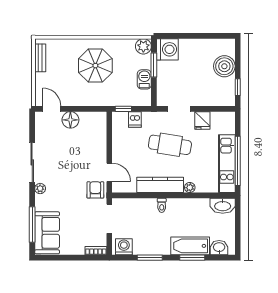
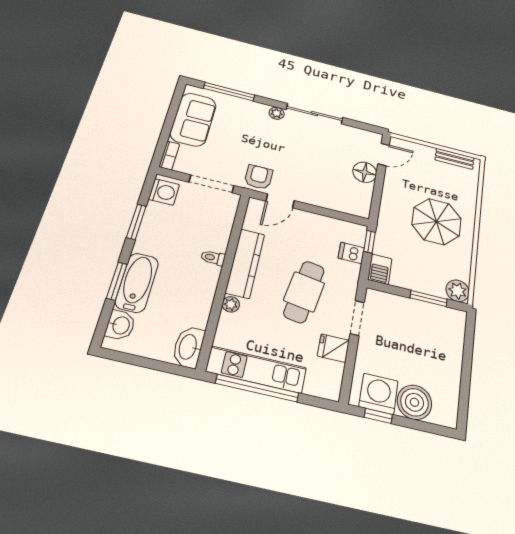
washing machine: (167, 49) -> (379, 394), moved, turned 180
barbecue: (144, 79) -> (380, 269), moved, turned 90
armchair: (95, 190) -> (259, 177), turned -90
sofa: (47, 233) -> (193, 119), moved, turned -90

